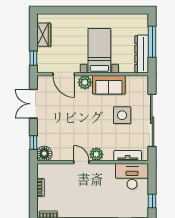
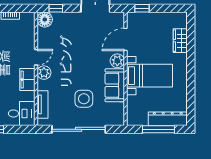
wardrobe: (44, 35) -> (180, 41), moved, turned 90
dresser: (142, 54) -> (168, 119), moved
filing cabinet: (103, 171) -> (27, 80), added
desk: (132, 176) -> (22, 113), width x0.73

